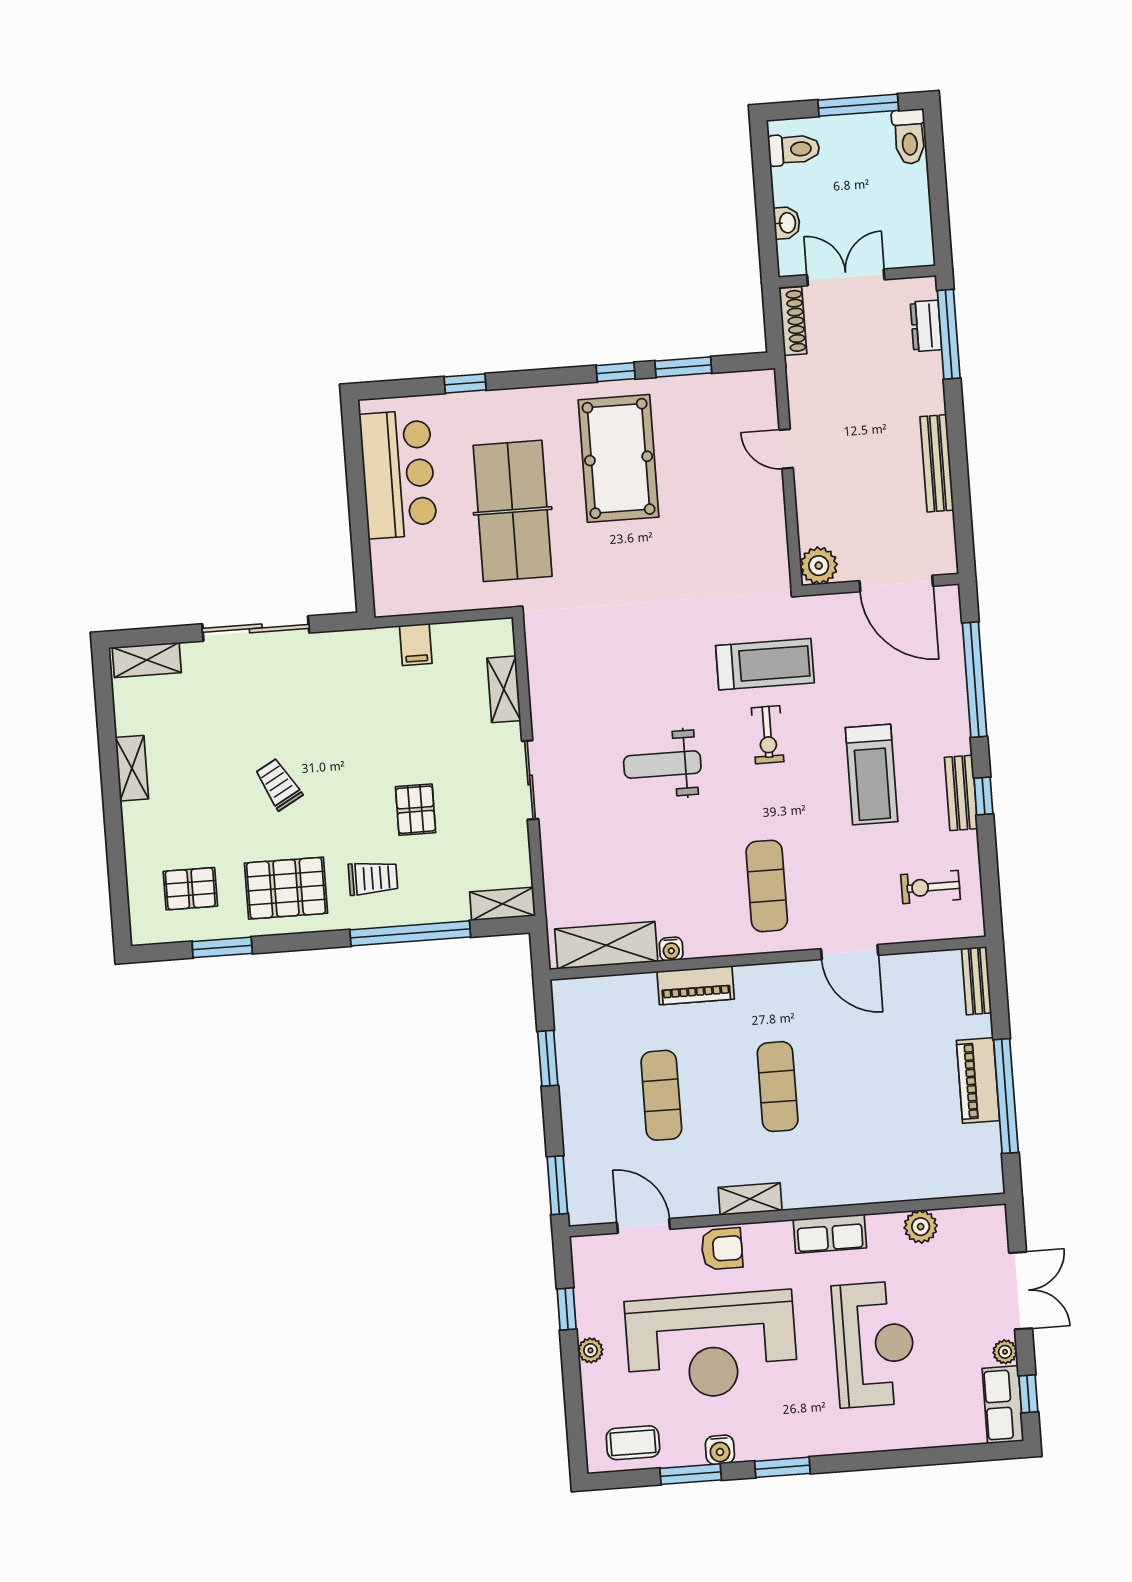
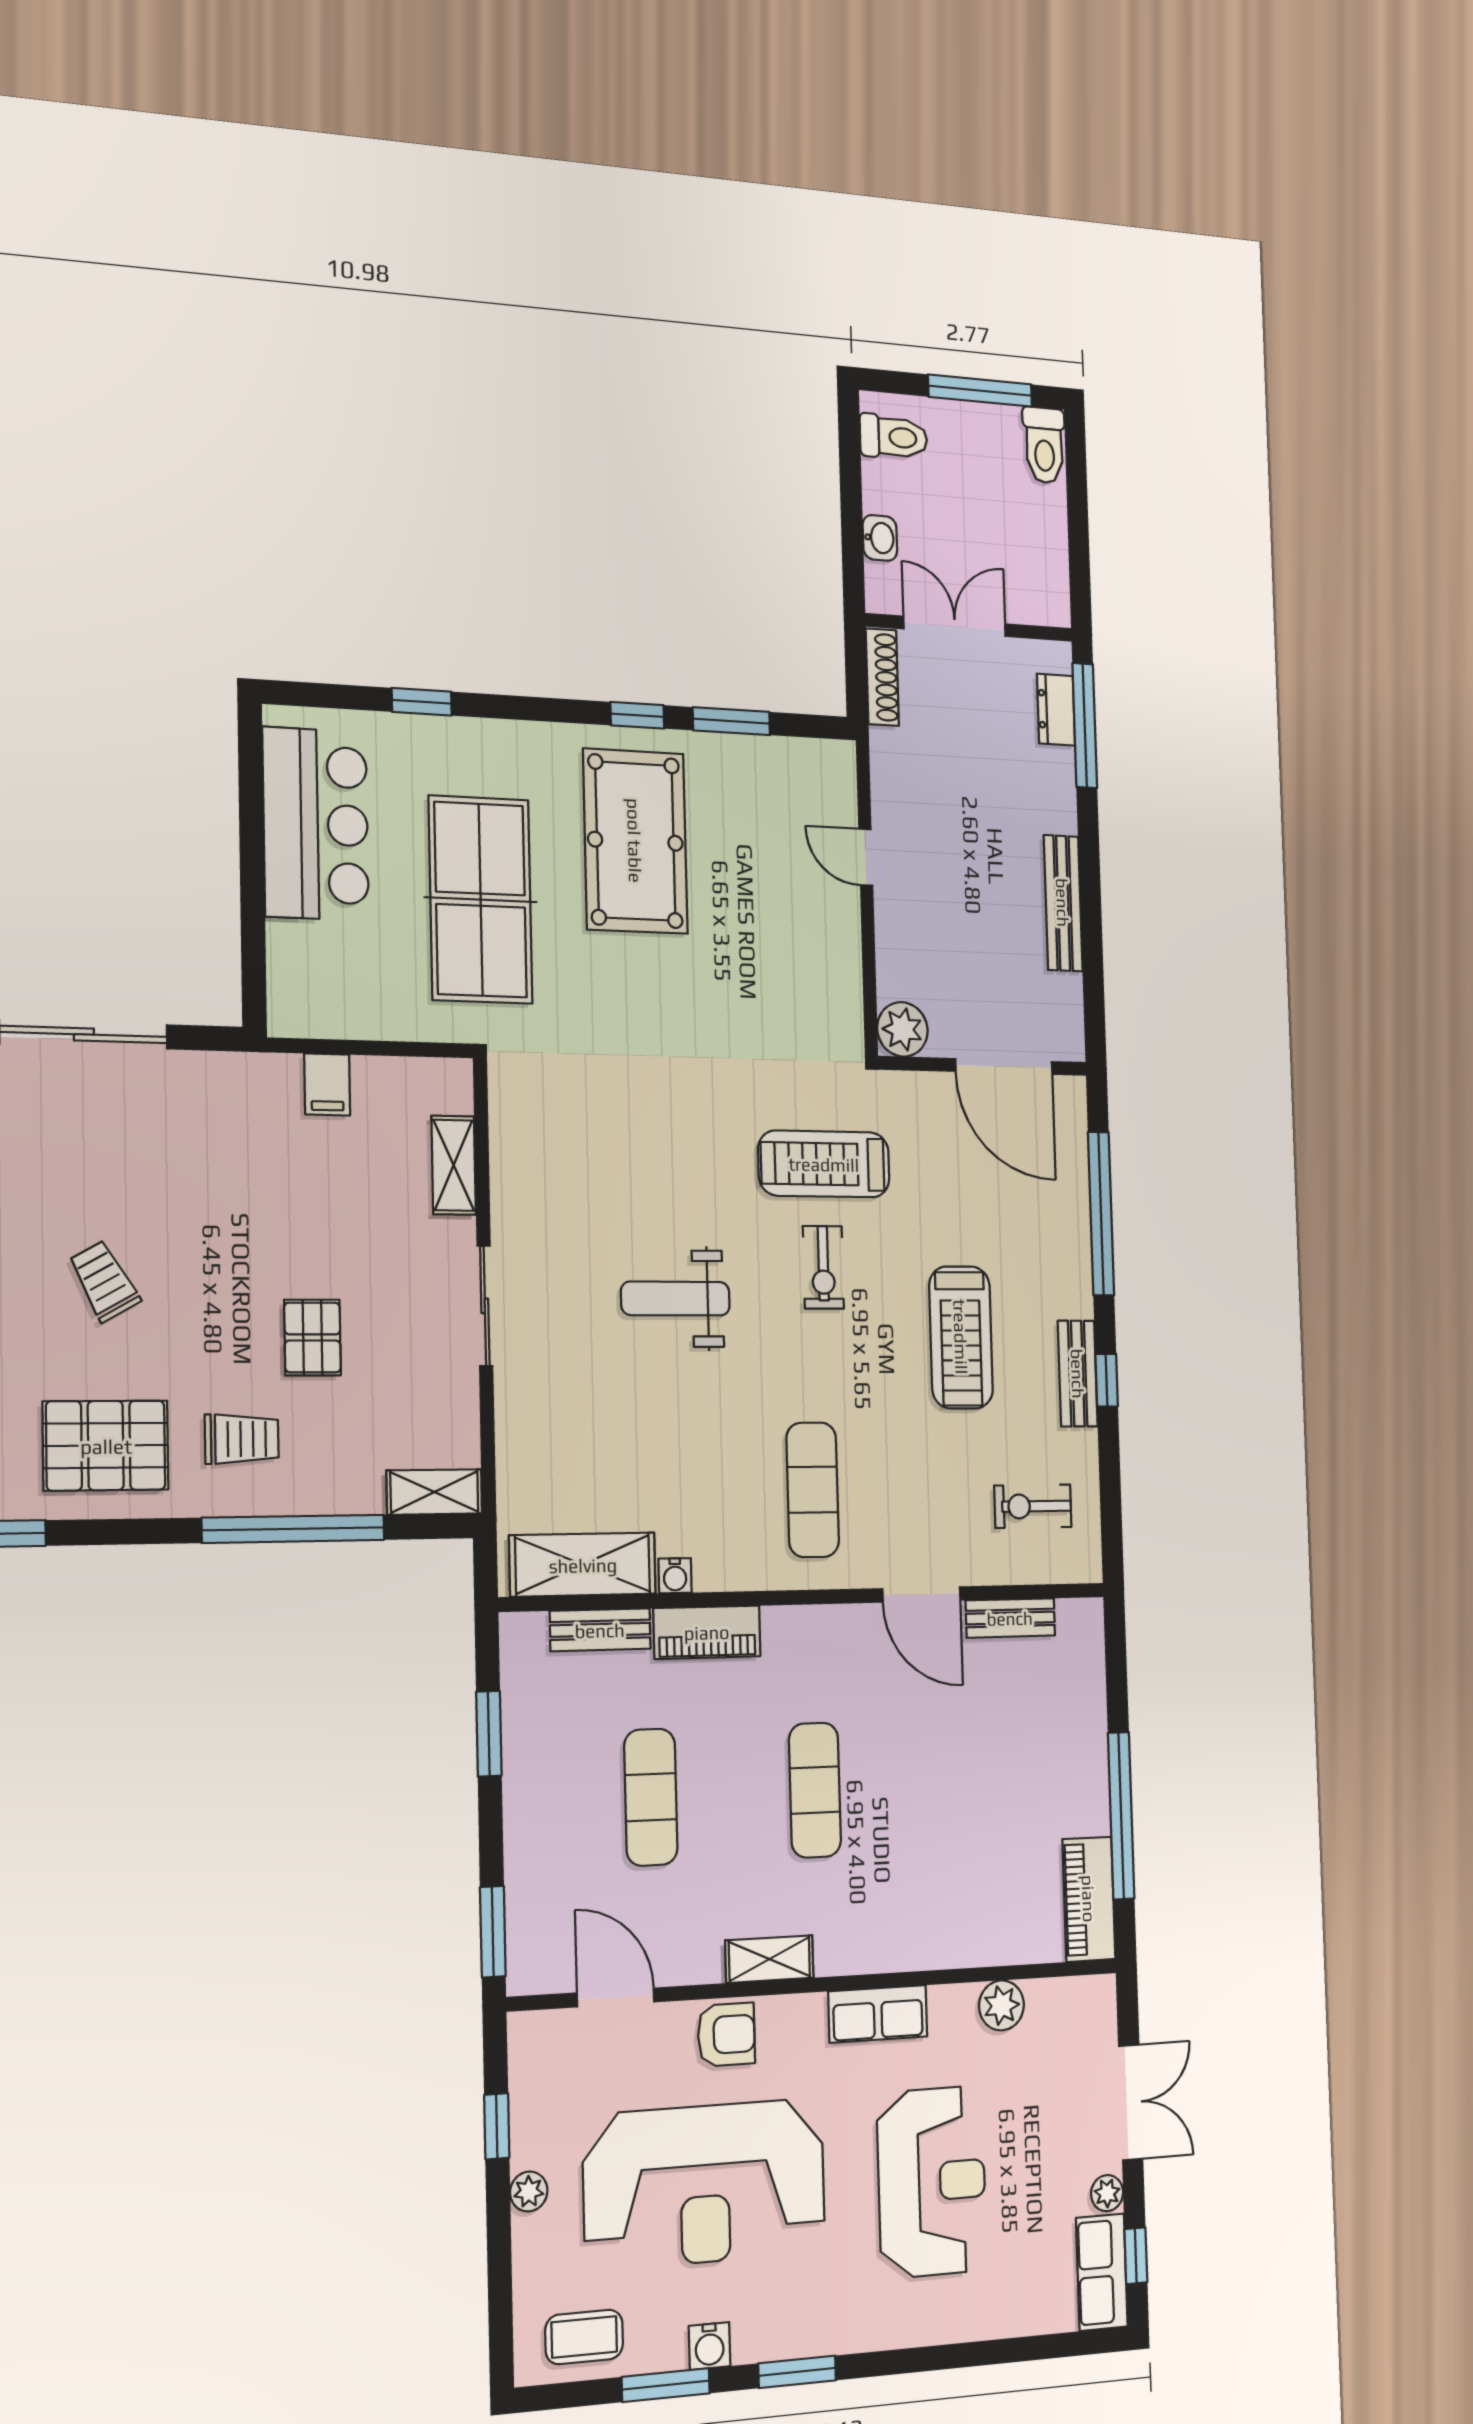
treadmill: (765, 664) -> (824, 1164), turned 180
bench: (976, 981) -> (1010, 1618), moved, turned 90
bench: (621, 987) -> (600, 1630), added
piano: (978, 1081) -> (1089, 1899), moved

